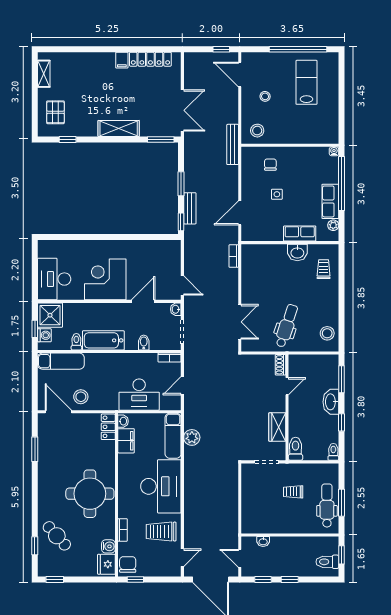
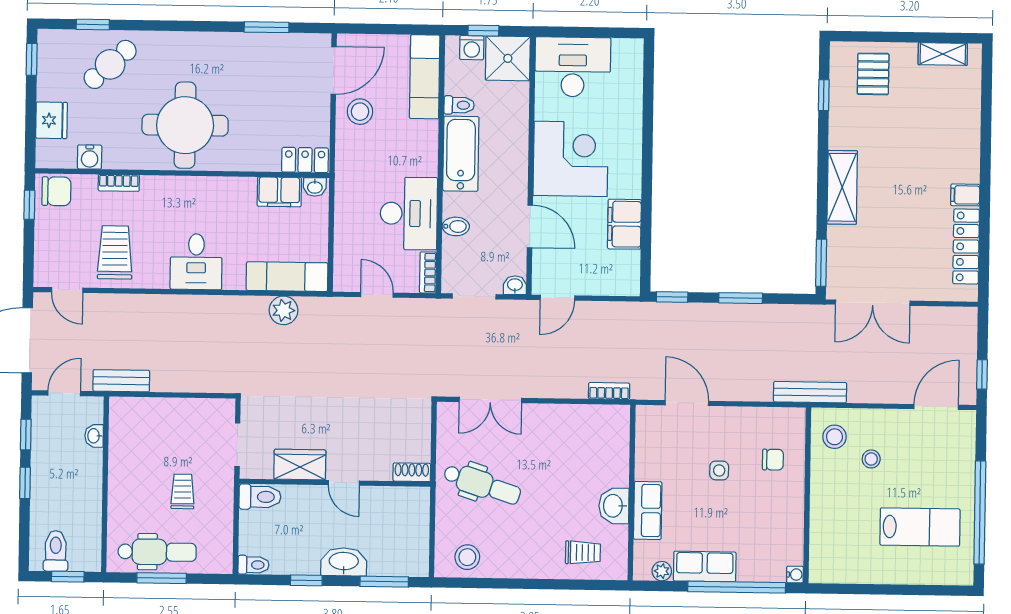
stool: (265, 96) -> (871, 459), moved
pallet: (55, 112) -> (873, 74), turned 90
bench: (190, 208) -> (121, 381), moved
filing cabinet: (141, 249) -> (624, 224), added
door: (287, 386) -> (344, 483), moved
desk: (139, 395) -> (409, 213), moved, turned 180
desk: (161, 486) -> (196, 262), width x0.53, depth x0.77
fridge: (106, 564) -> (51, 120), moved, turned 90

